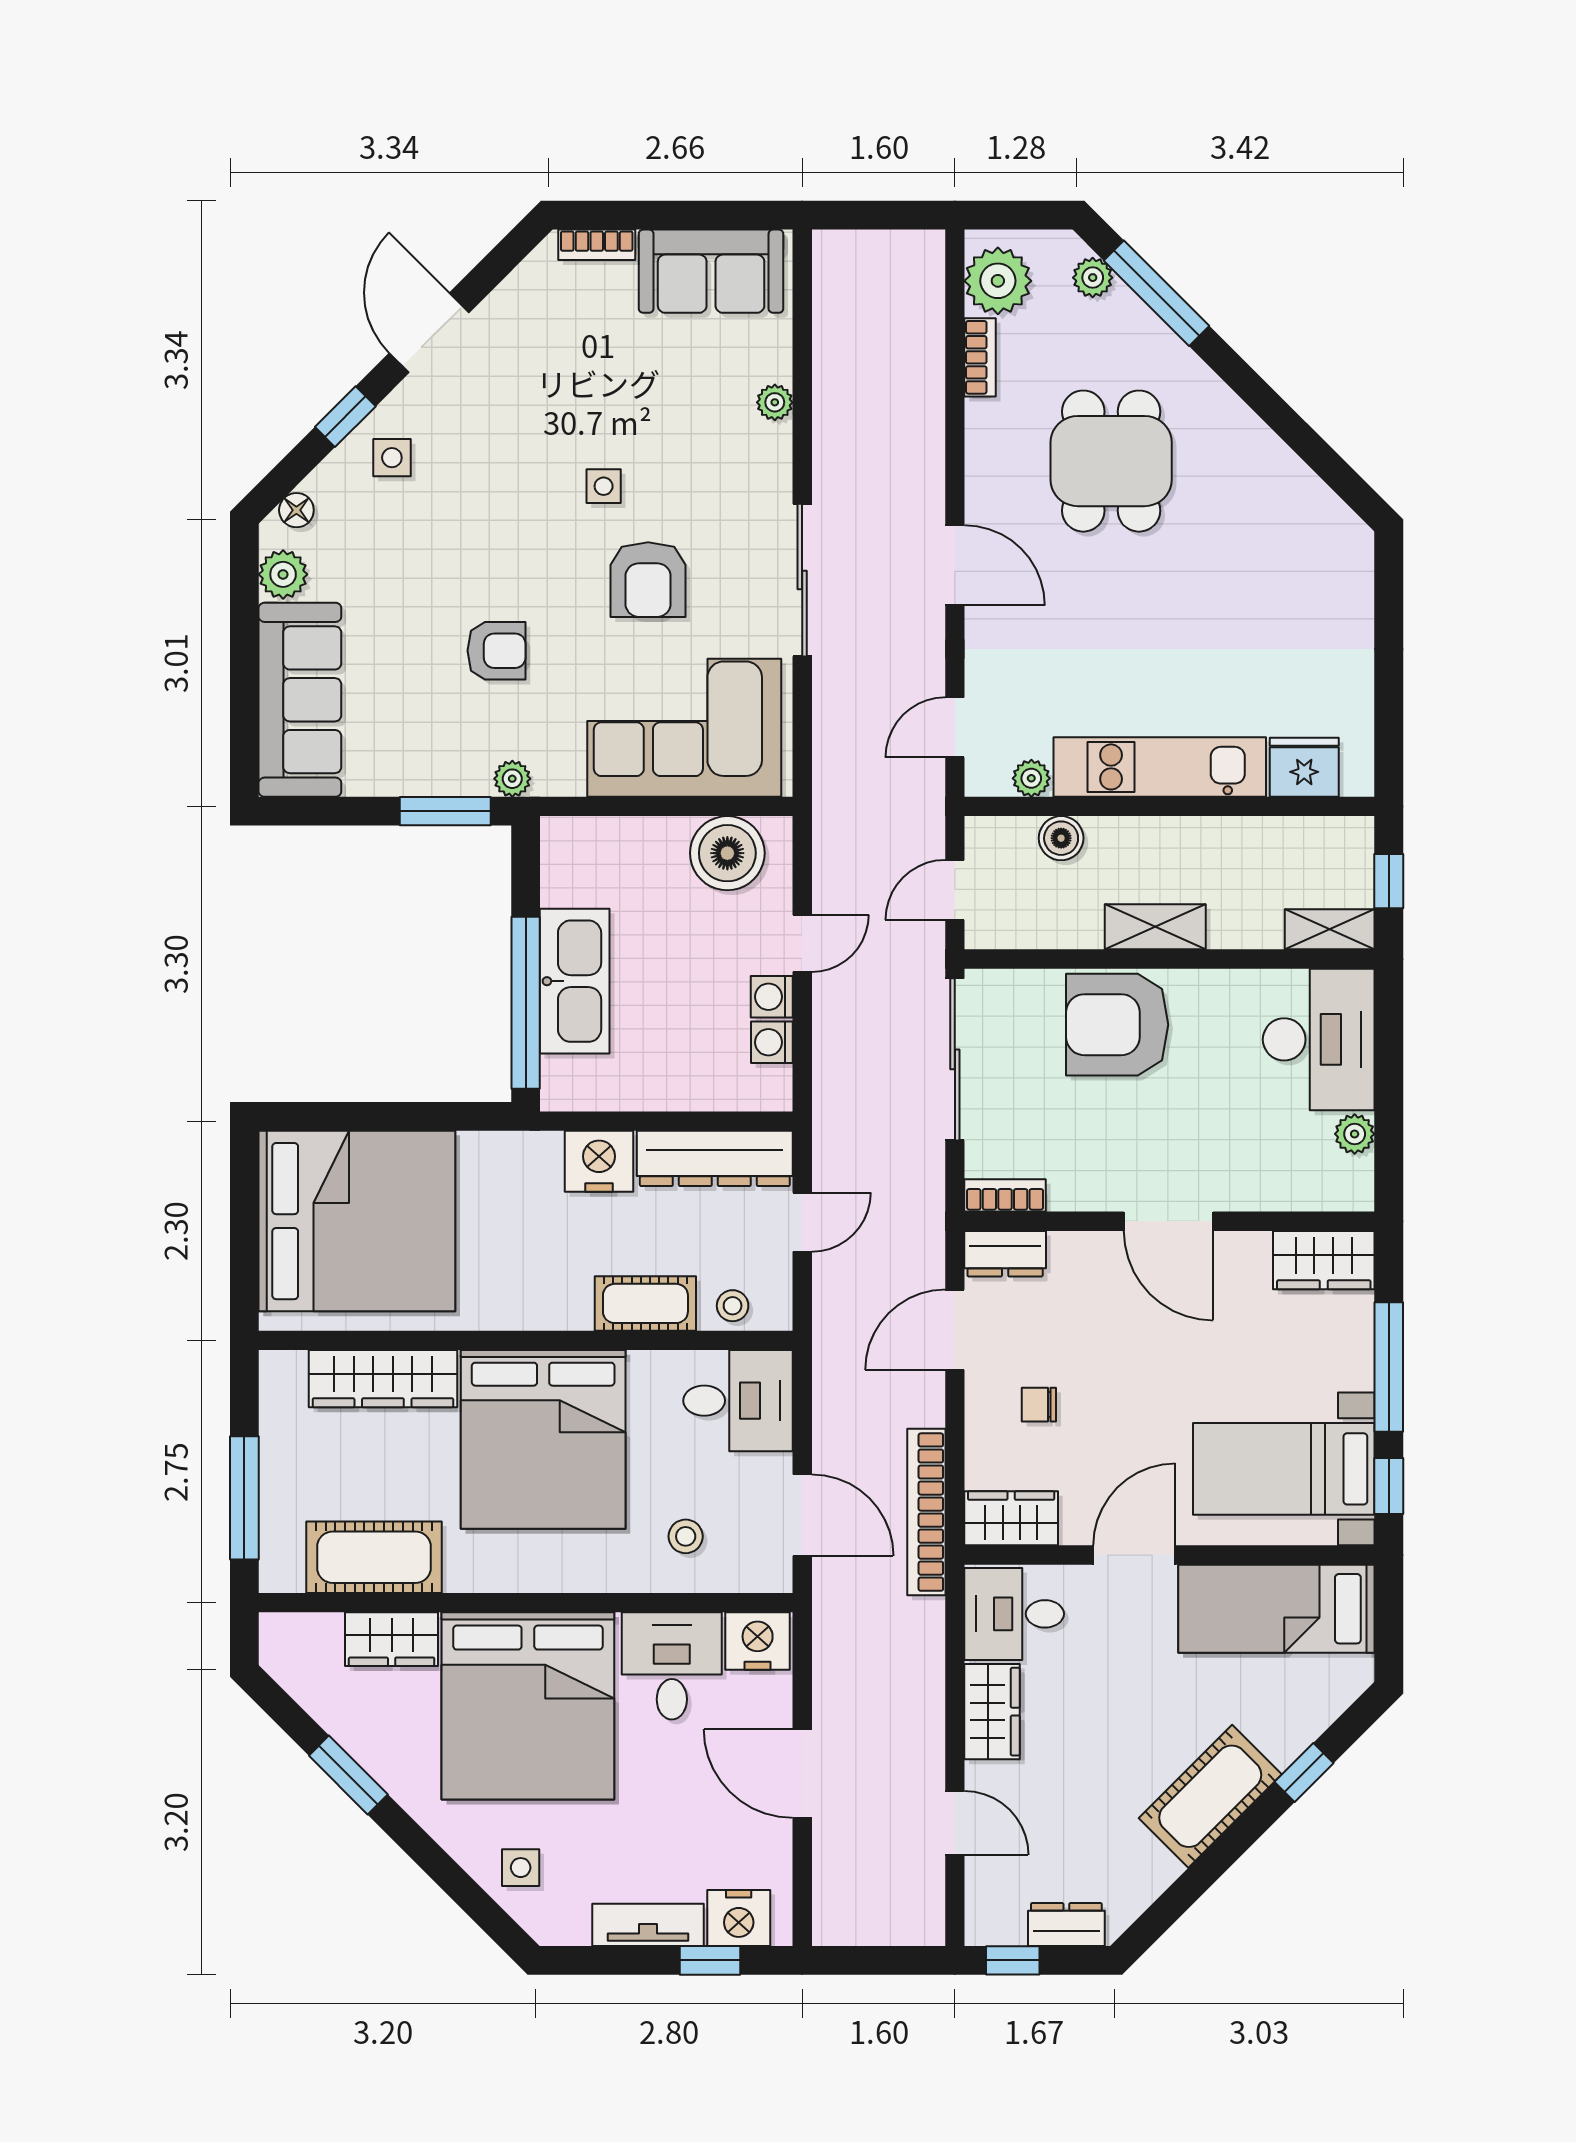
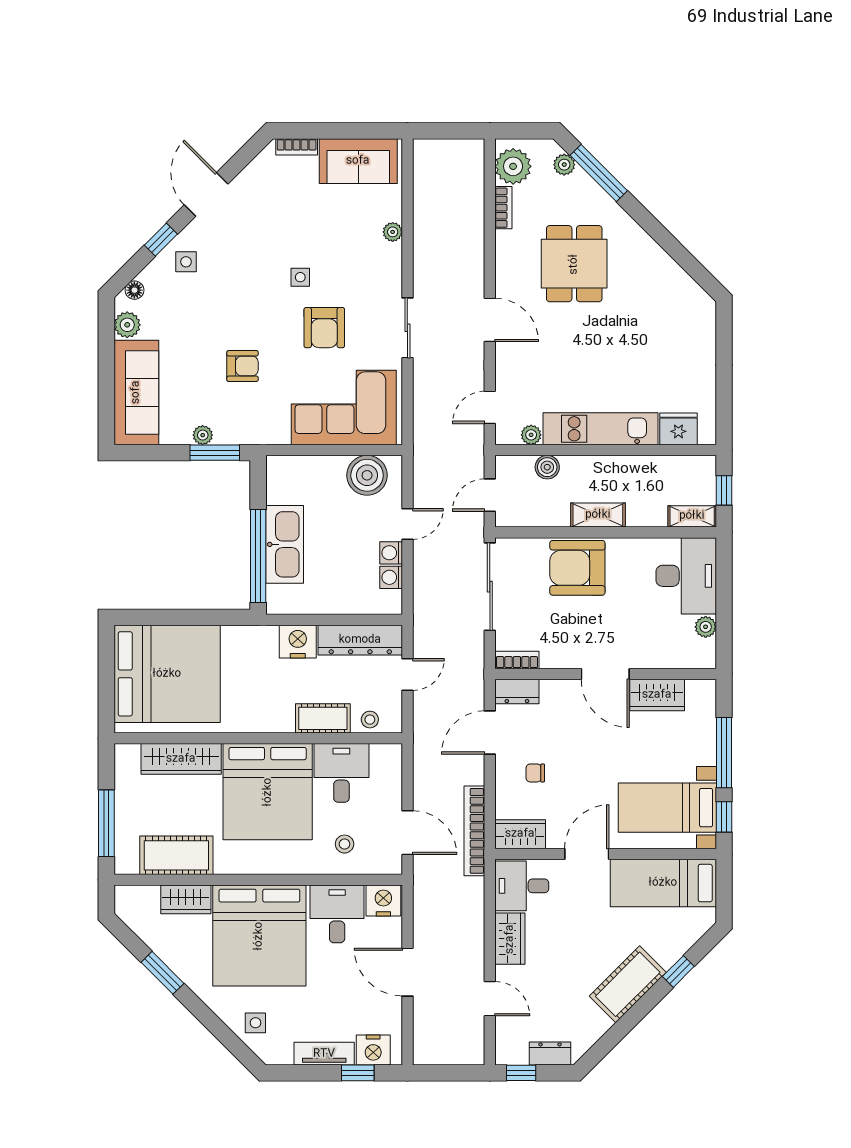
sliding door: (802, 580) -> (407, 328), width x0.73
plant: (512, 779) -> (203, 435), moved
wardrobe: (1324, 1260) -> (657, 695), moved
desk: (738, 1401) -> (341, 773), moved, turned -90

